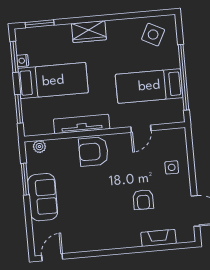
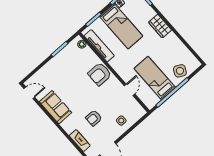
side table: (153, 35) -> (180, 71), moved
tv unit: (82, 124) -> (99, 46), moved
door: (141, 129) -> (130, 90), swing flipped
armchair: (93, 152) -> (100, 74), turned -90
sofa: (43, 197) -> (56, 107), moved, turned -90

